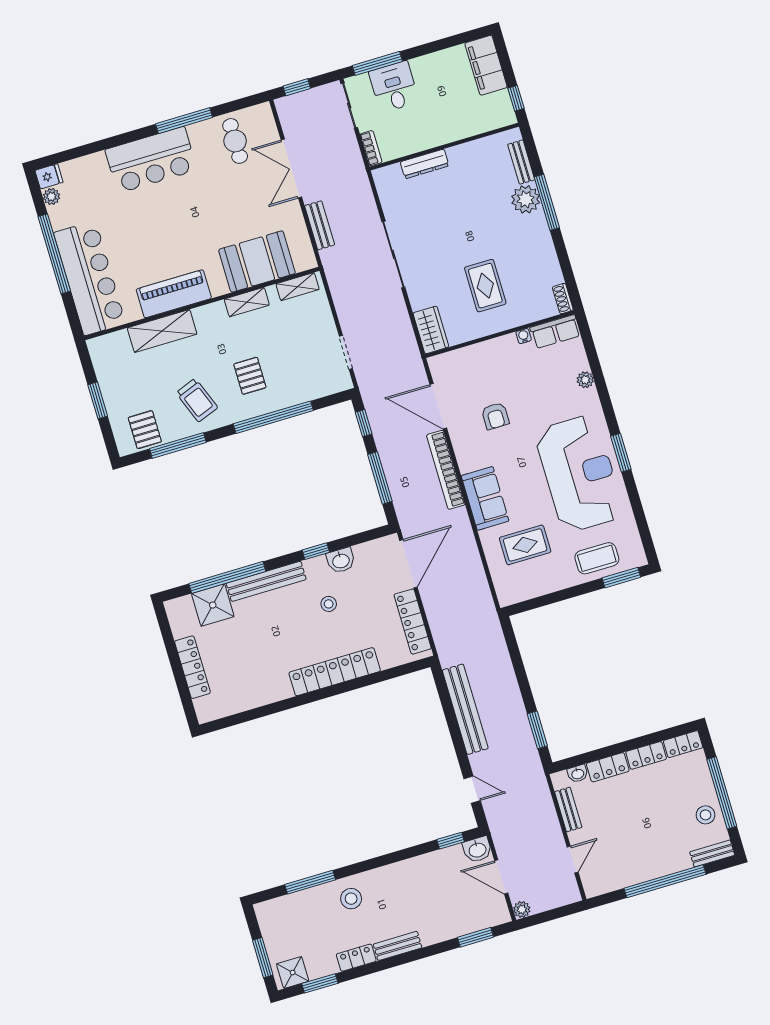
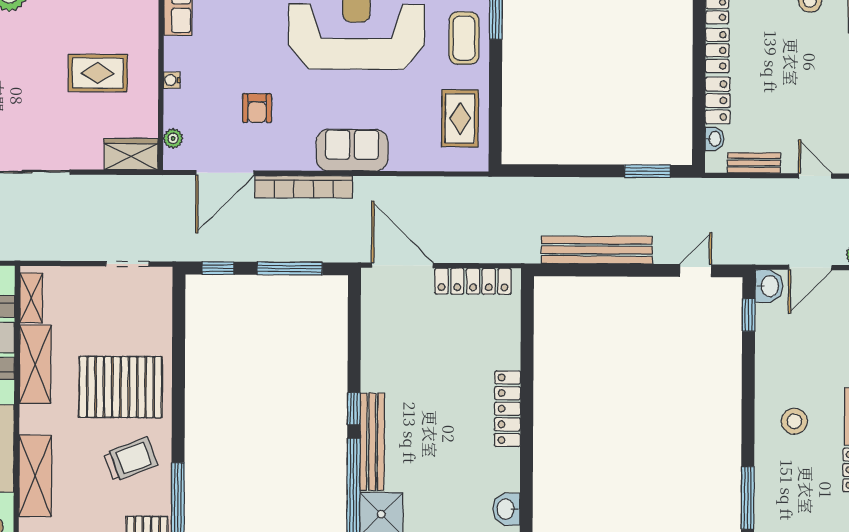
shelving: (247, 302) -> (35, 364), width x1.50, depth x1.33
water cooler: (524, 336) -> (172, 80), moved
plant: (453, 359) -> (173, 138), added
pallet: (250, 376) -> (121, 387), width x2.05, depth x2.00
armchair: (495, 416) -> (257, 108), turned 90
window: (273, 417) -> (178, 374), removed
rug: (525, 545) -> (460, 118), moved
window: (316, 551) -> (354, 409), moved
washbasin: (341, 560) -> (506, 509), moved, turned 180
stool: (329, 604) -> (422, 375), removed
locker: (335, 672) -> (507, 409), width x0.71, depth x0.83
stool: (351, 899) -> (794, 421), moved

